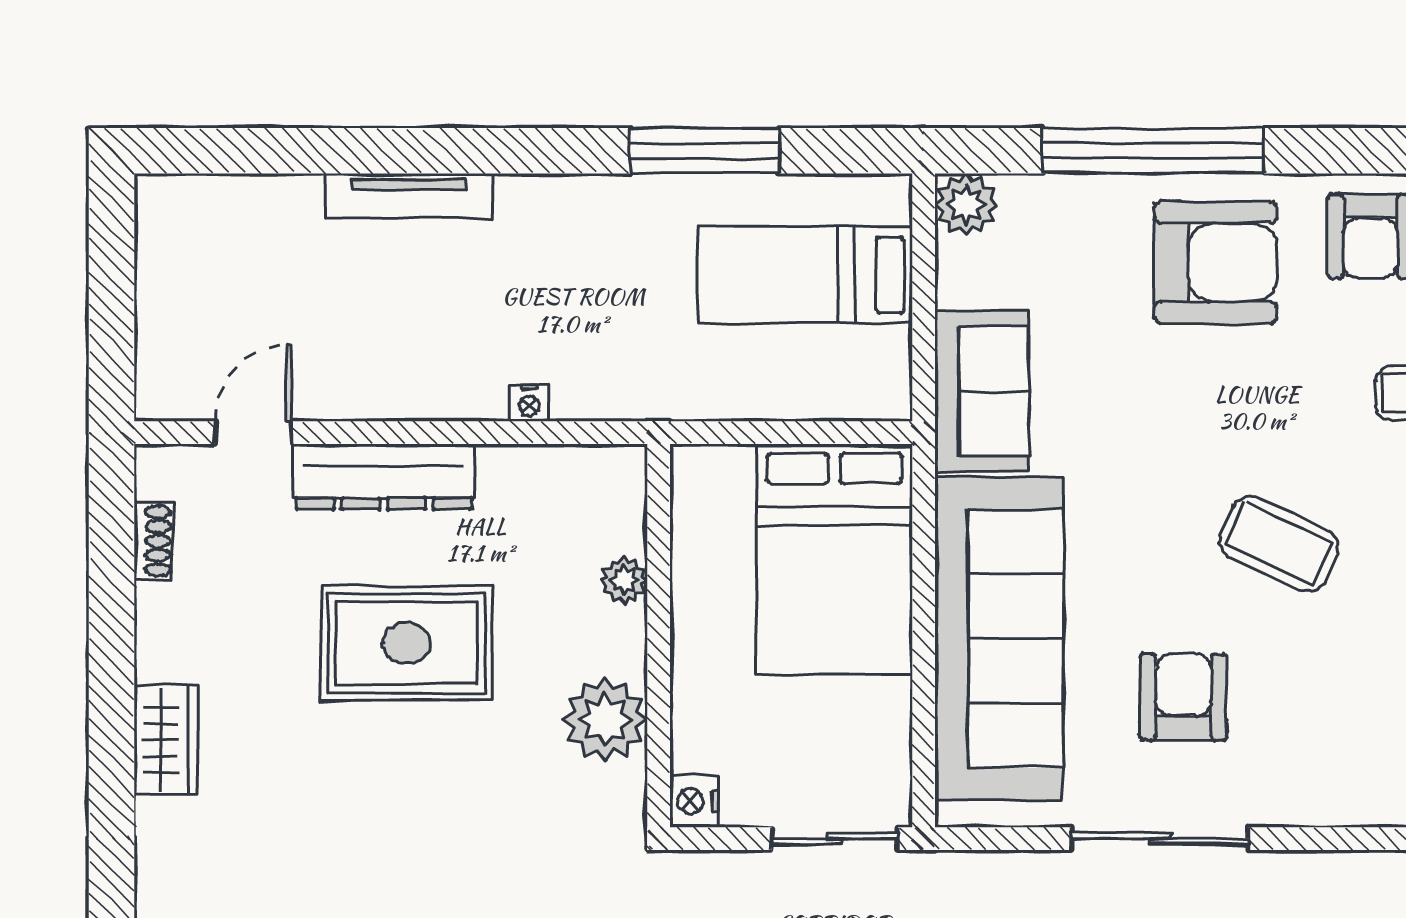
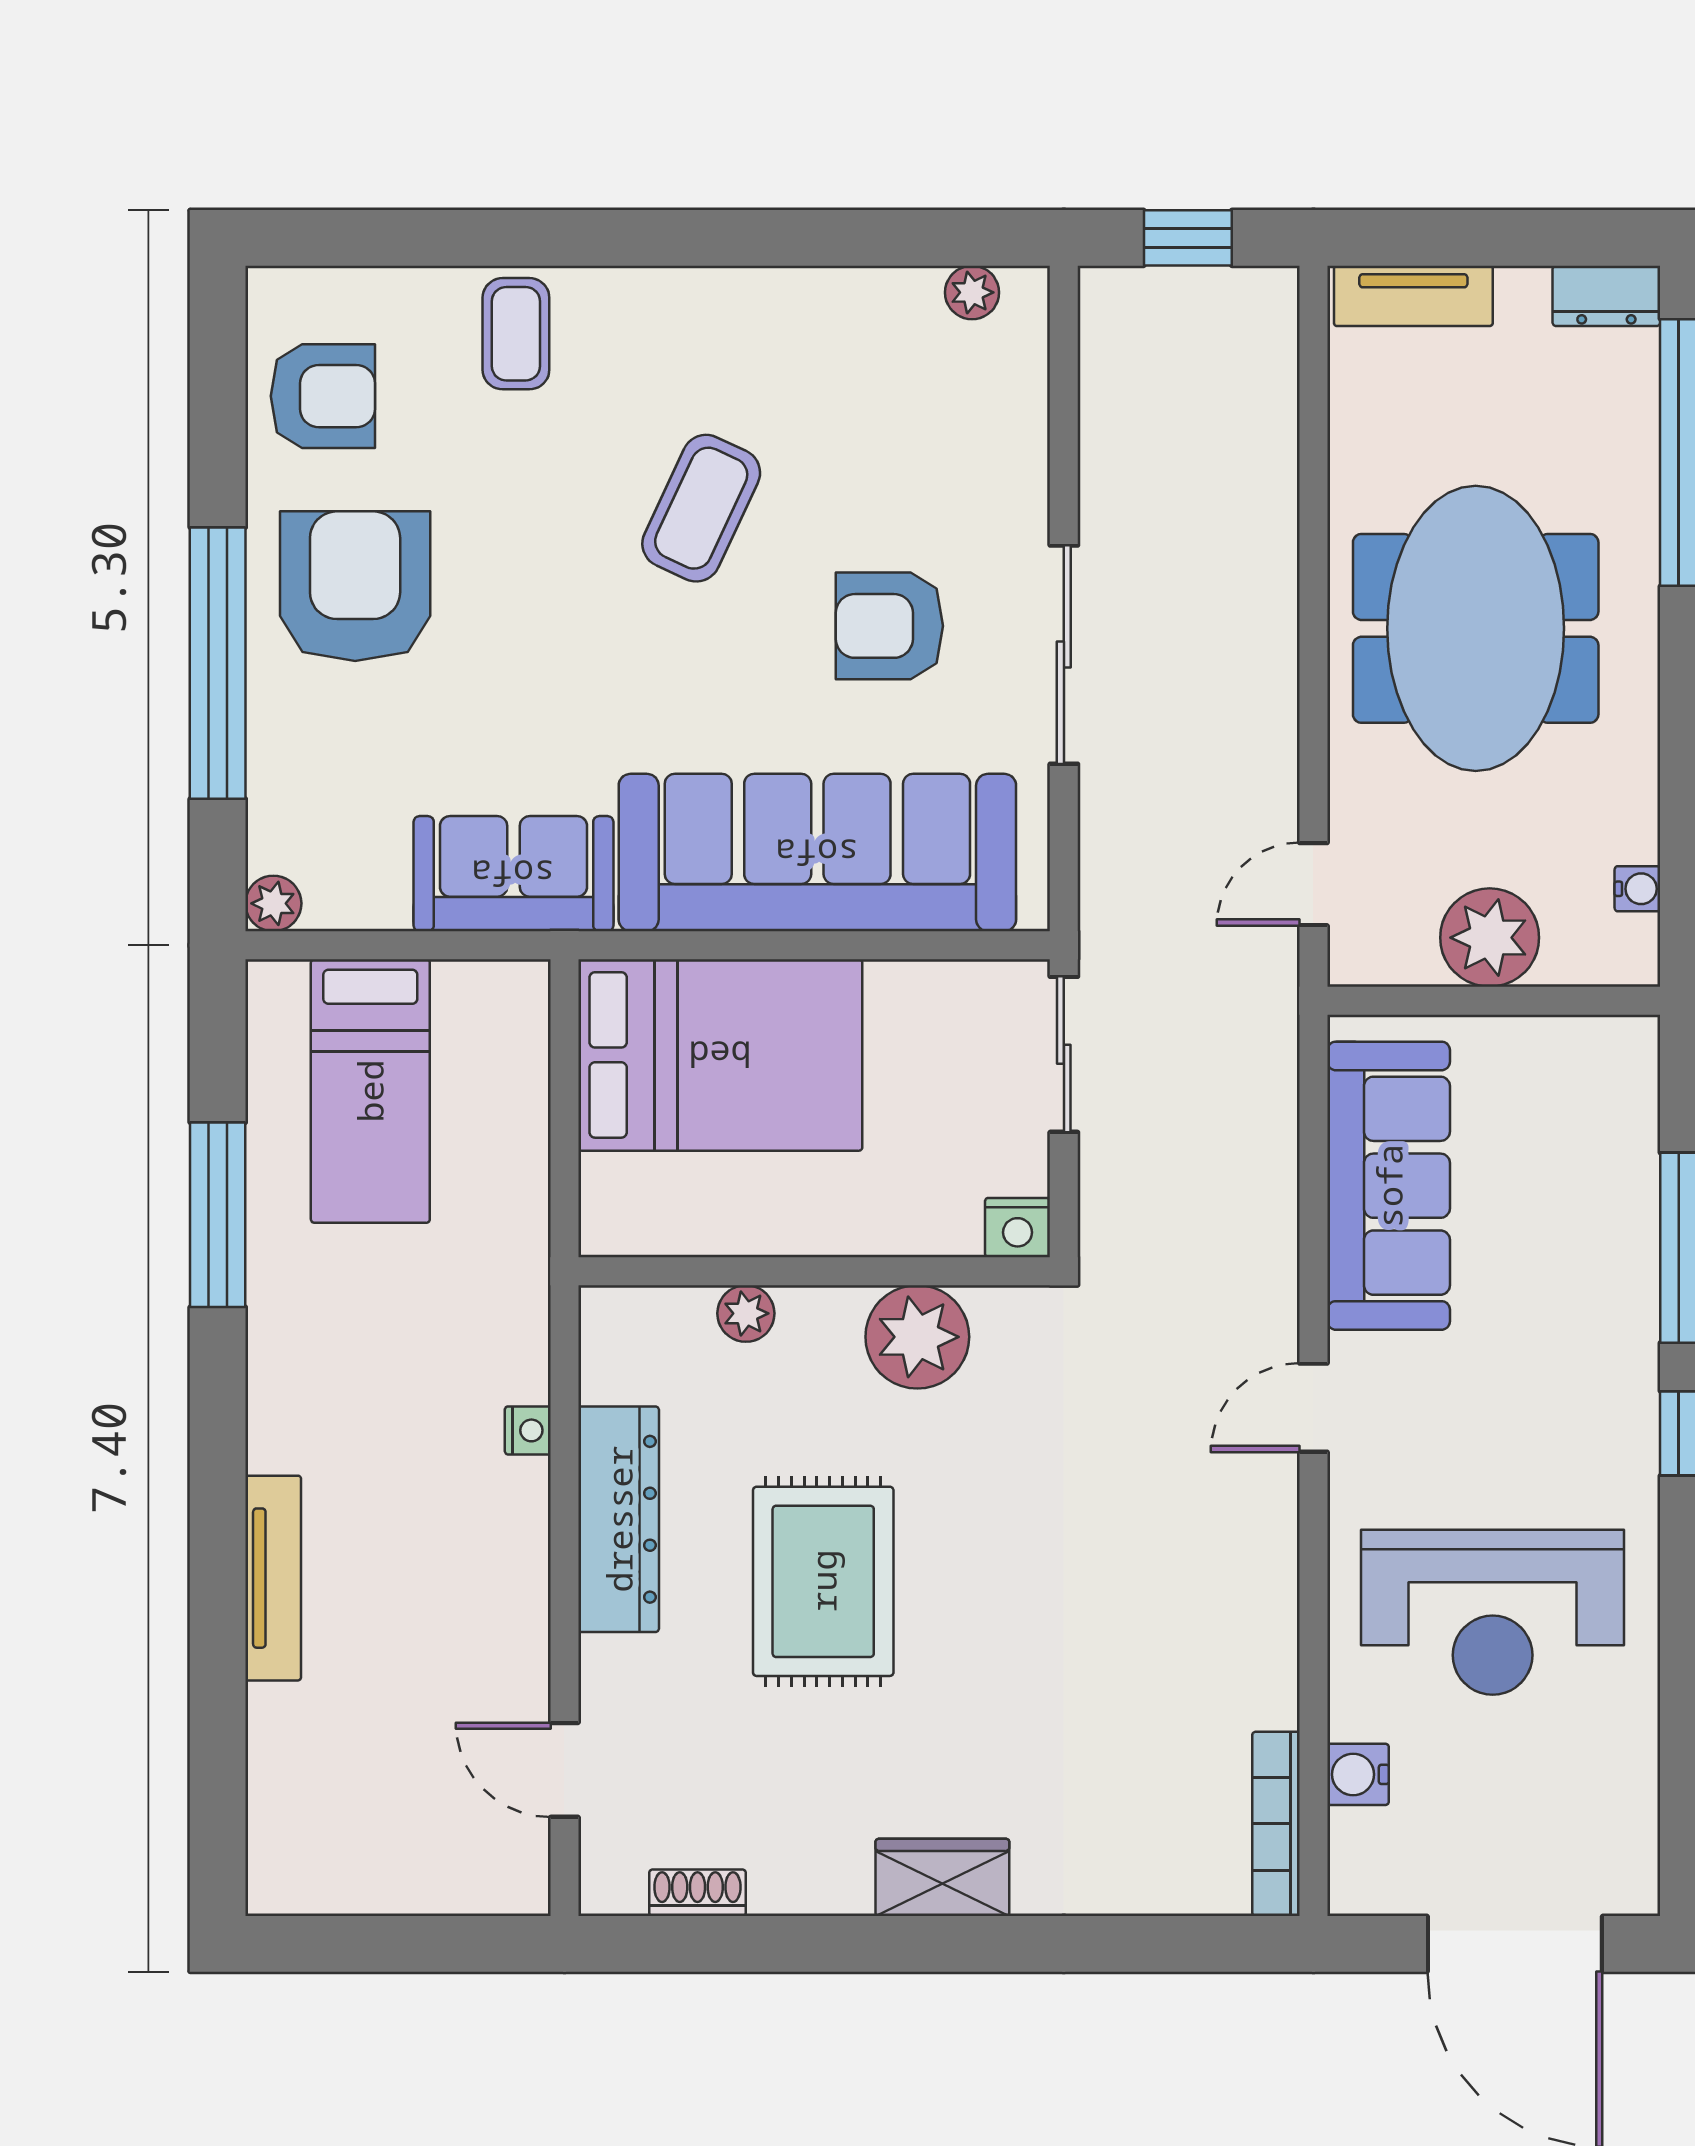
plant: (966, 205) -> (273, 903), width x0.73, depth x0.73
dresser: (384, 477) -> (619, 1519), moved

